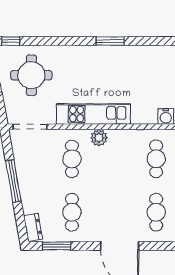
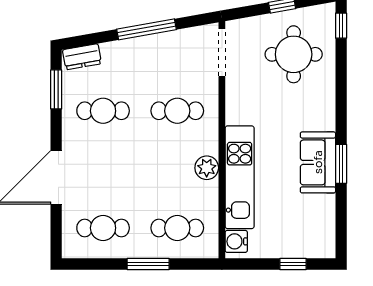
sofa: (109, 58) -> (318, 162), added
kitchen unit: (93, 114) -> (240, 177), moved
plant: (99, 138) -> (207, 168), moved

